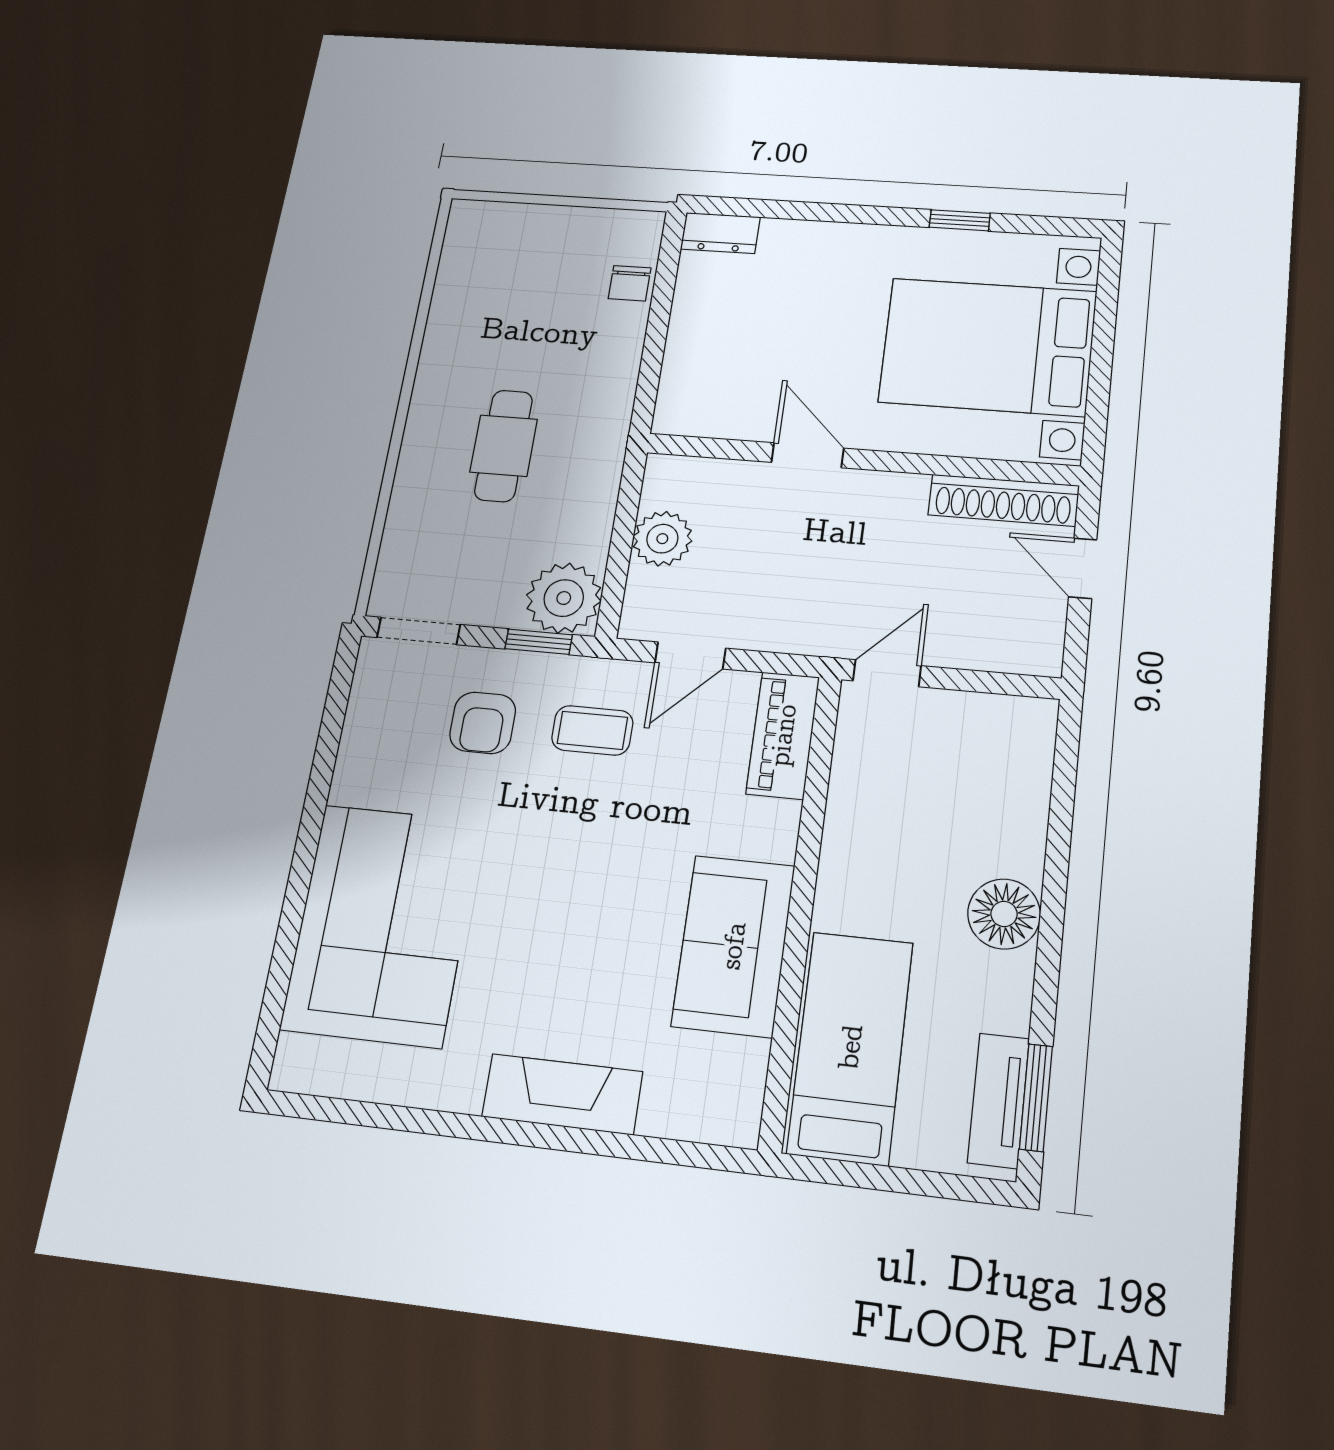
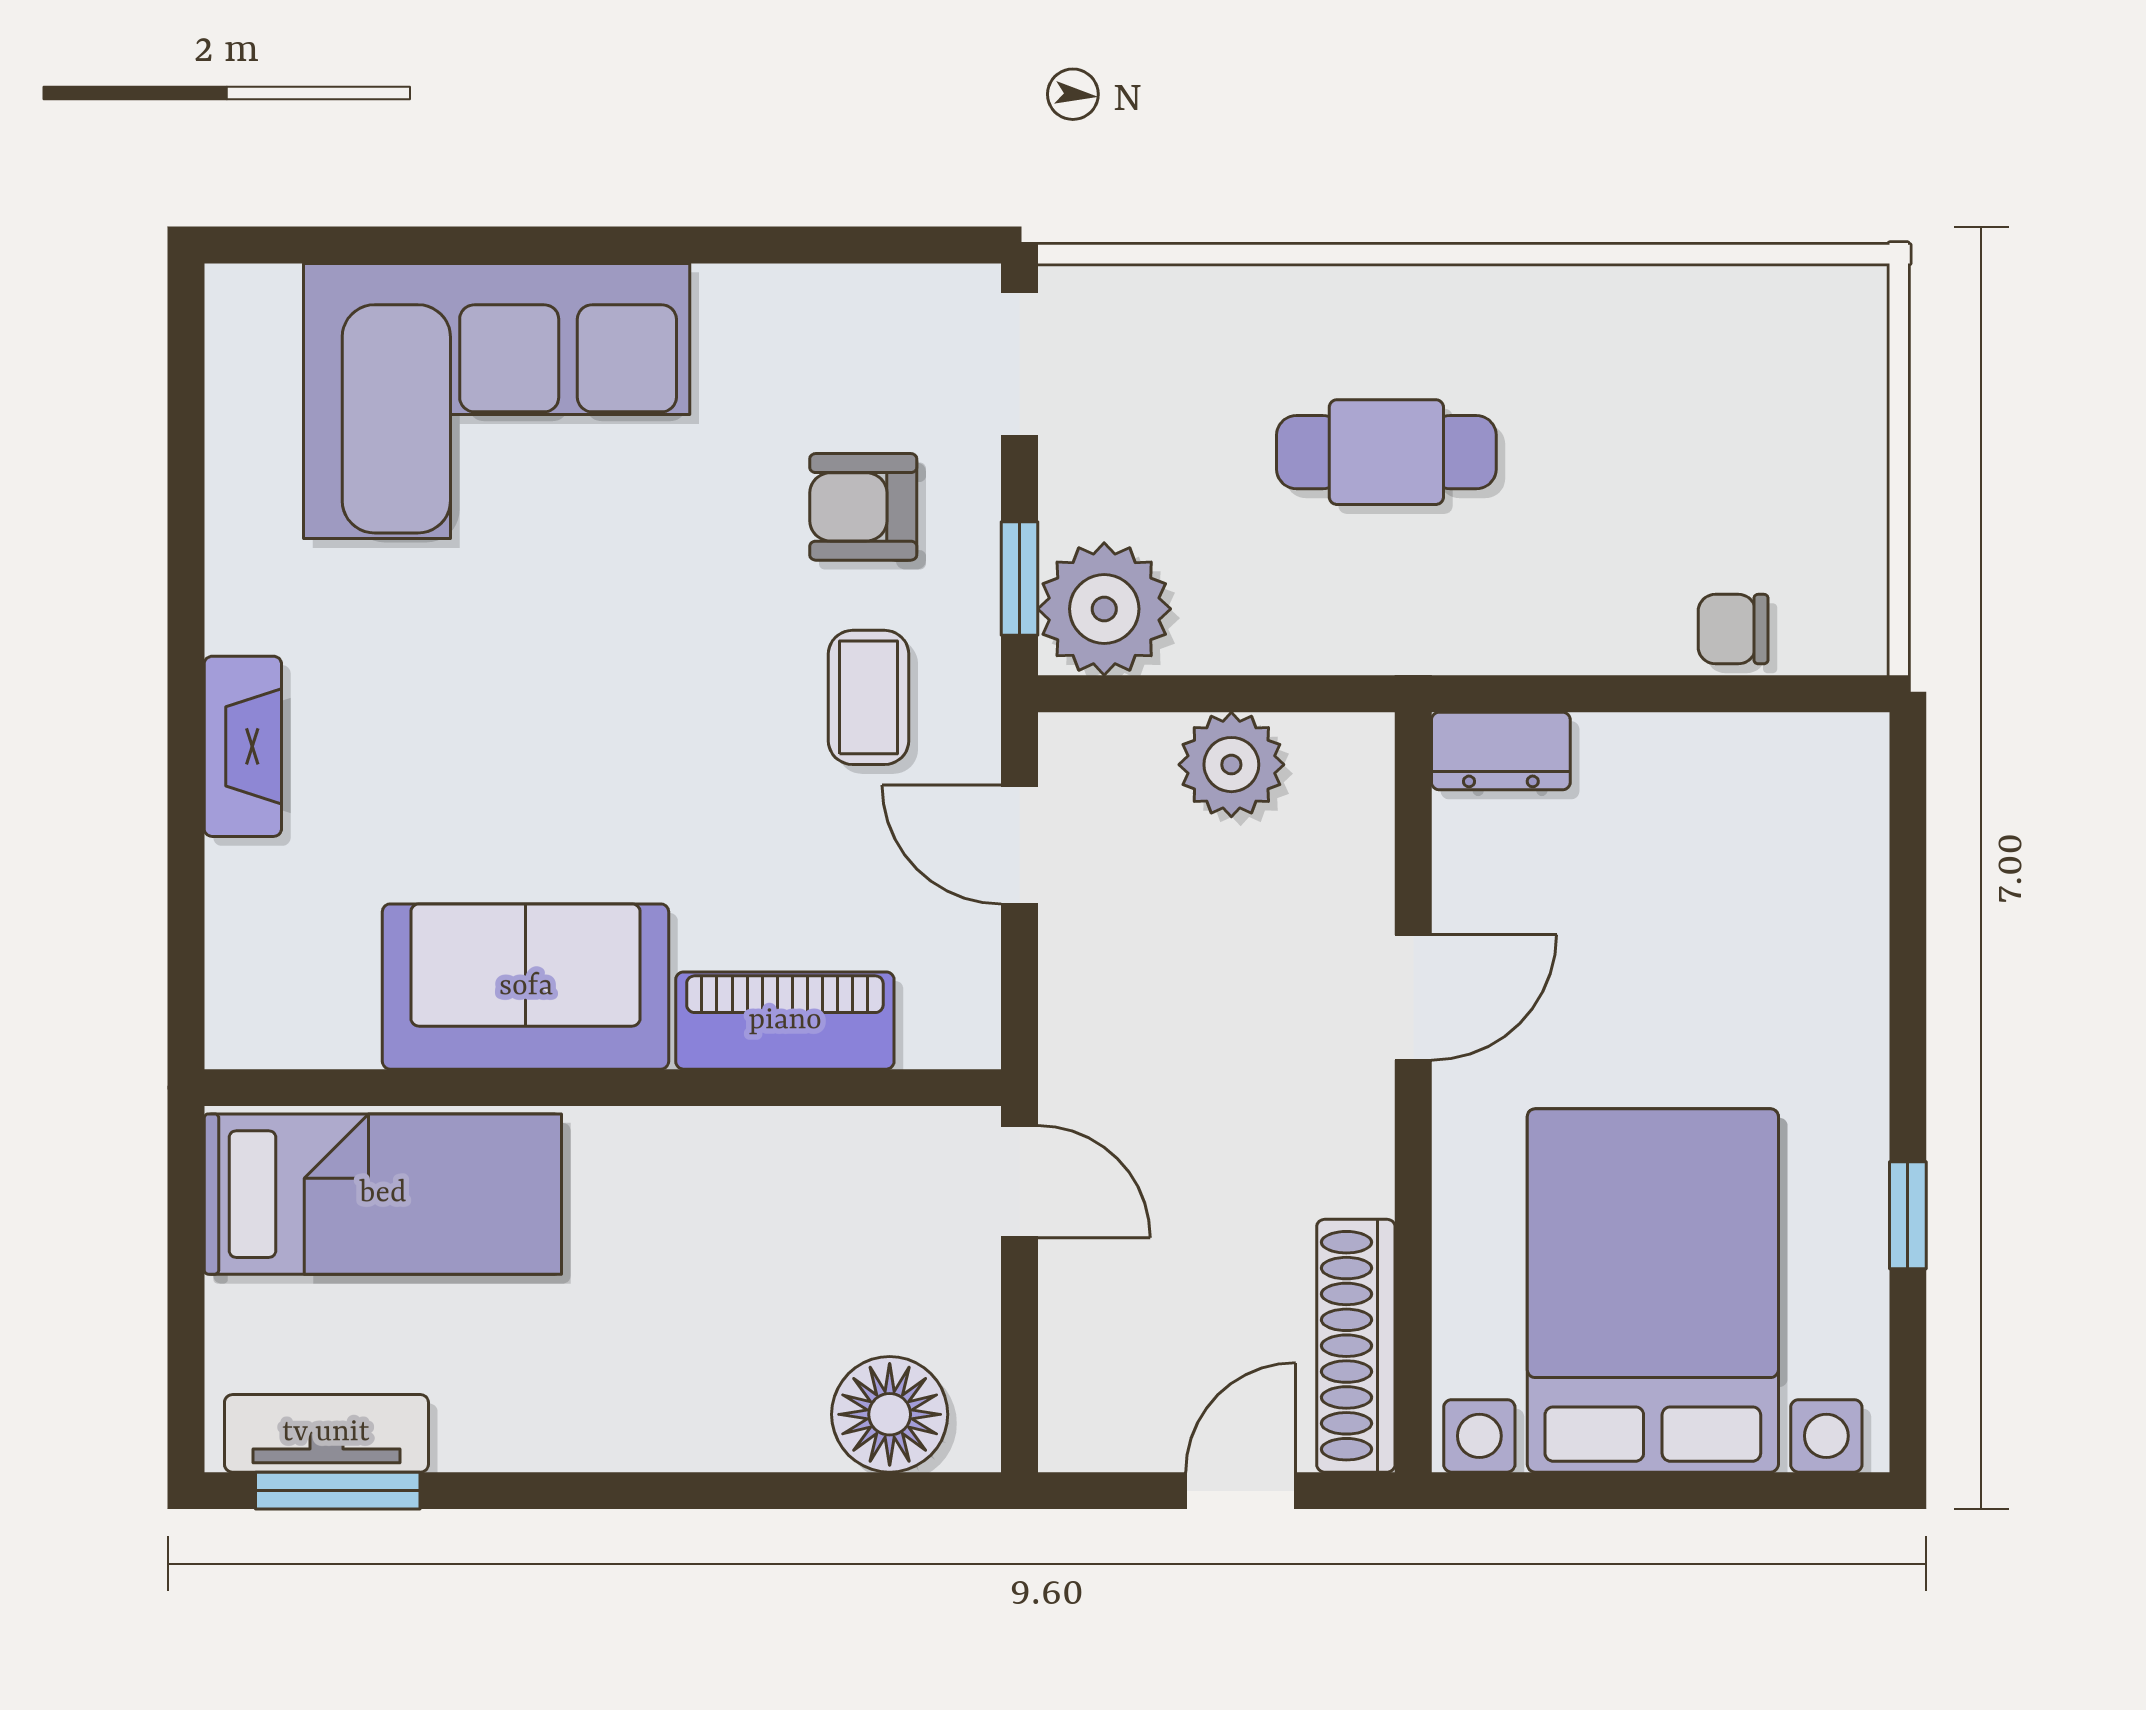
dresser: (720, 233) -> (1501, 751), moved, turned -90
piano: (783, 735) -> (785, 1021), moved
floor lamp: (1004, 914) -> (890, 1414), moved
fireplace: (562, 1094) -> (243, 746), width x0.73, depth x0.76

